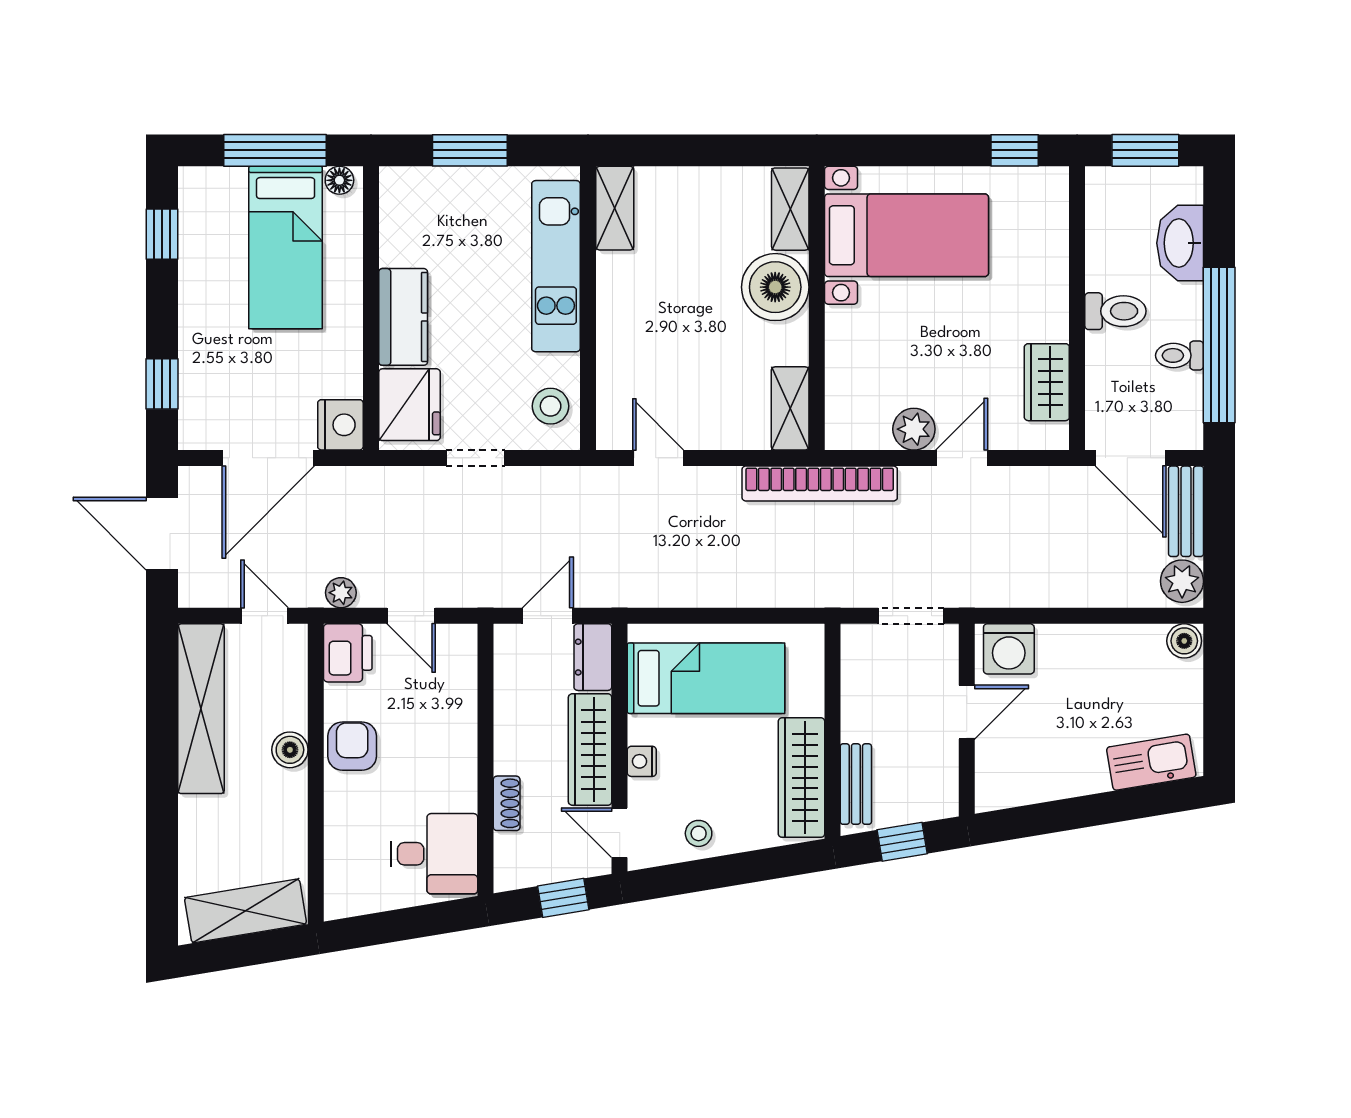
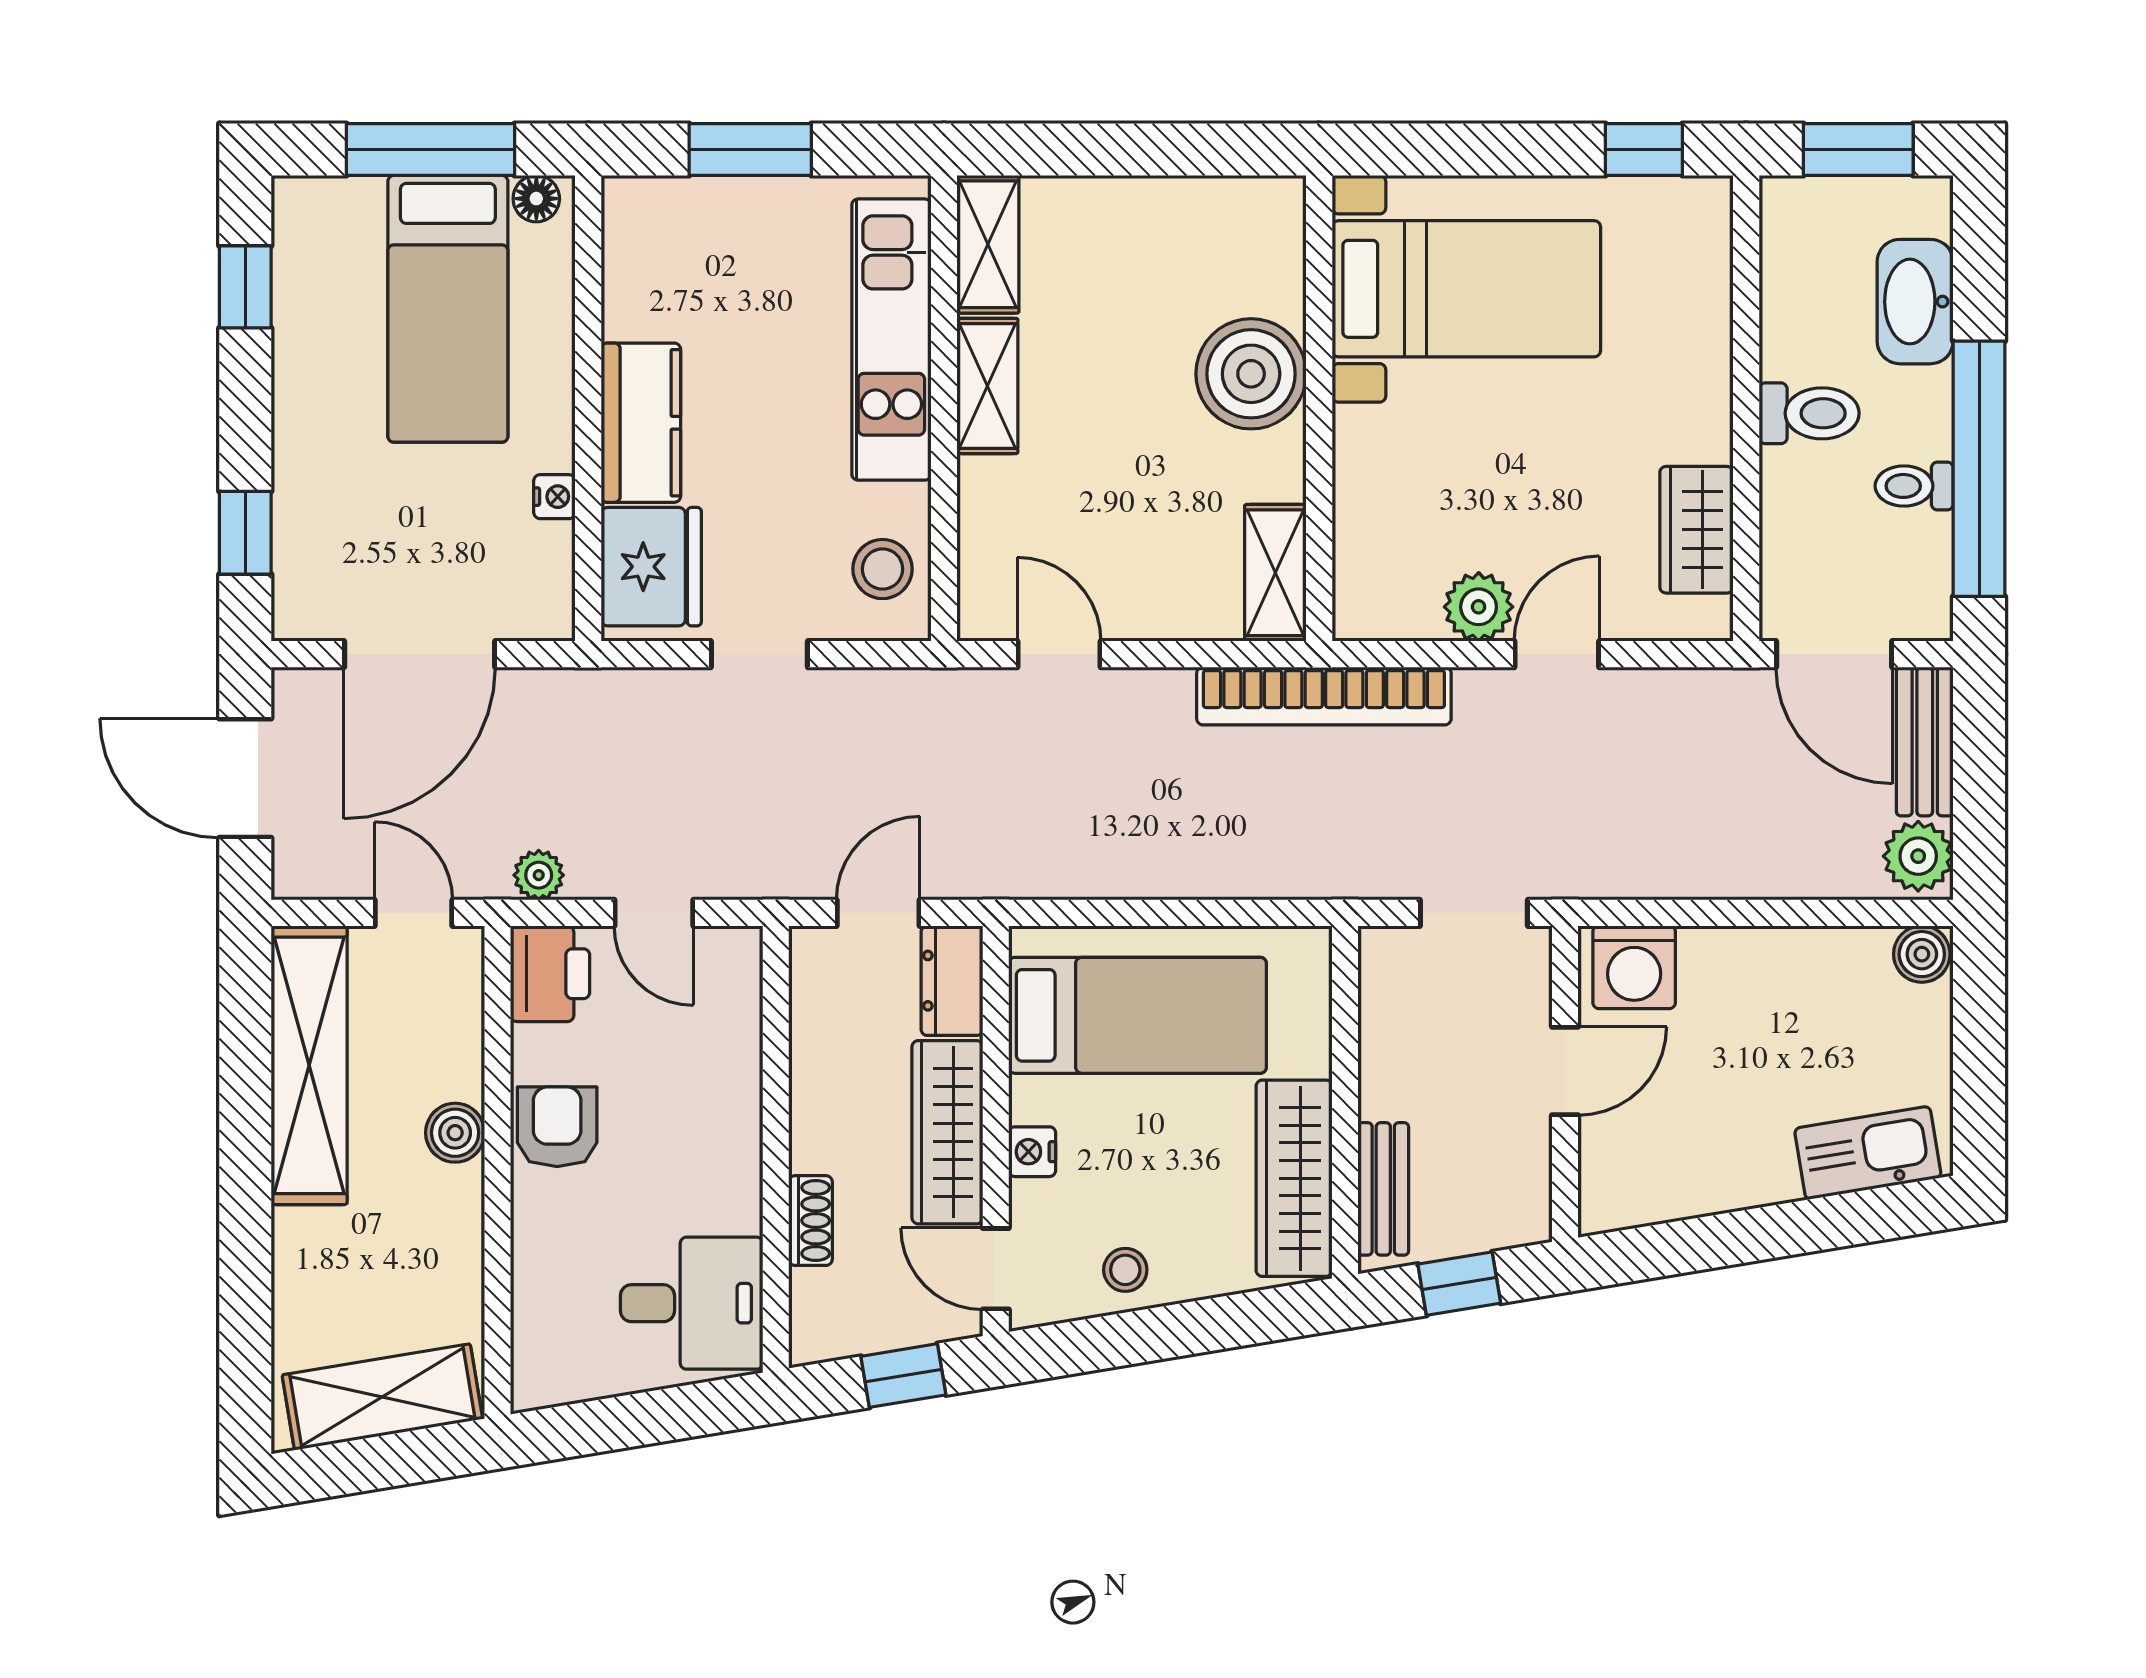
shelving: (790, 209) -> (987, 386), moved
nightstand: (340, 425) -> (554, 497), moved, width x0.53, depth x0.56

